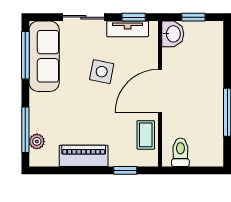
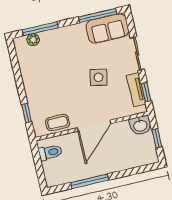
sofa: (44, 56) -> (107, 28), width x0.73
door: (160, 91) -> (94, 126), swing flipped
piano: (84, 156) -> (30, 78), removed

